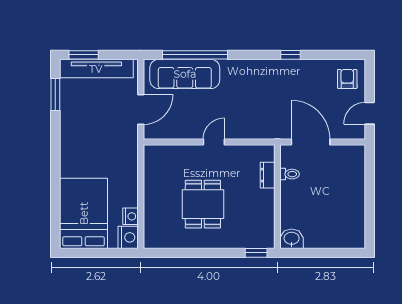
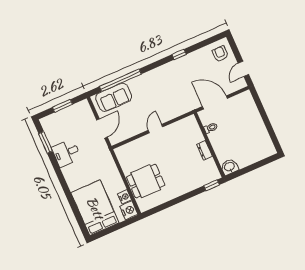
window: (84, 55) -> (62, 106), moved
tv unit: (96, 69) -> (64, 115), removed
sofa: (185, 74) -> (114, 97), width x0.73
desk: (78, 121) -> (66, 153), added
dresser: (268, 175) -> (204, 150), moved
dining table: (203, 204) -> (146, 181), moved, turned 90

